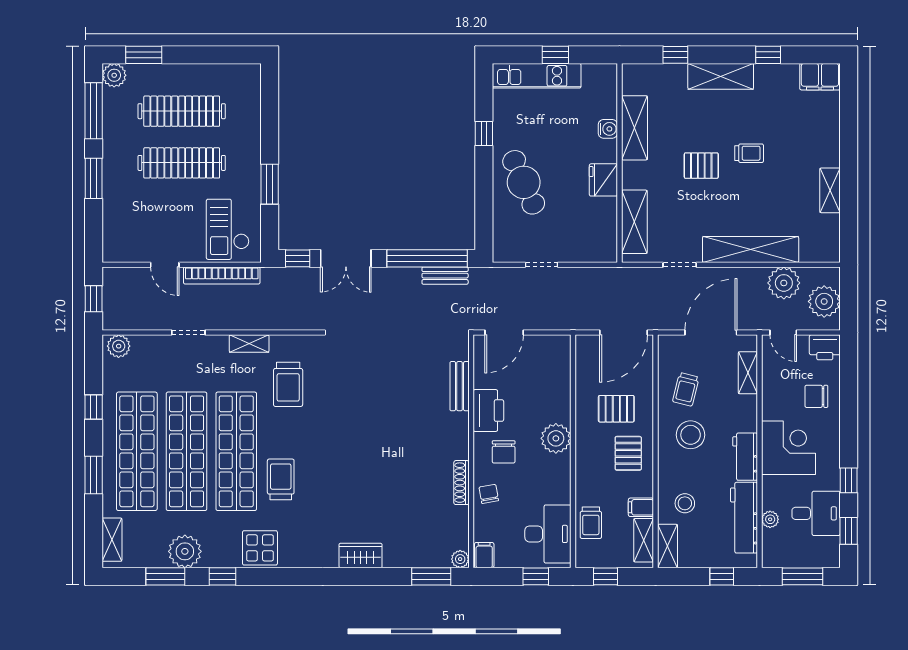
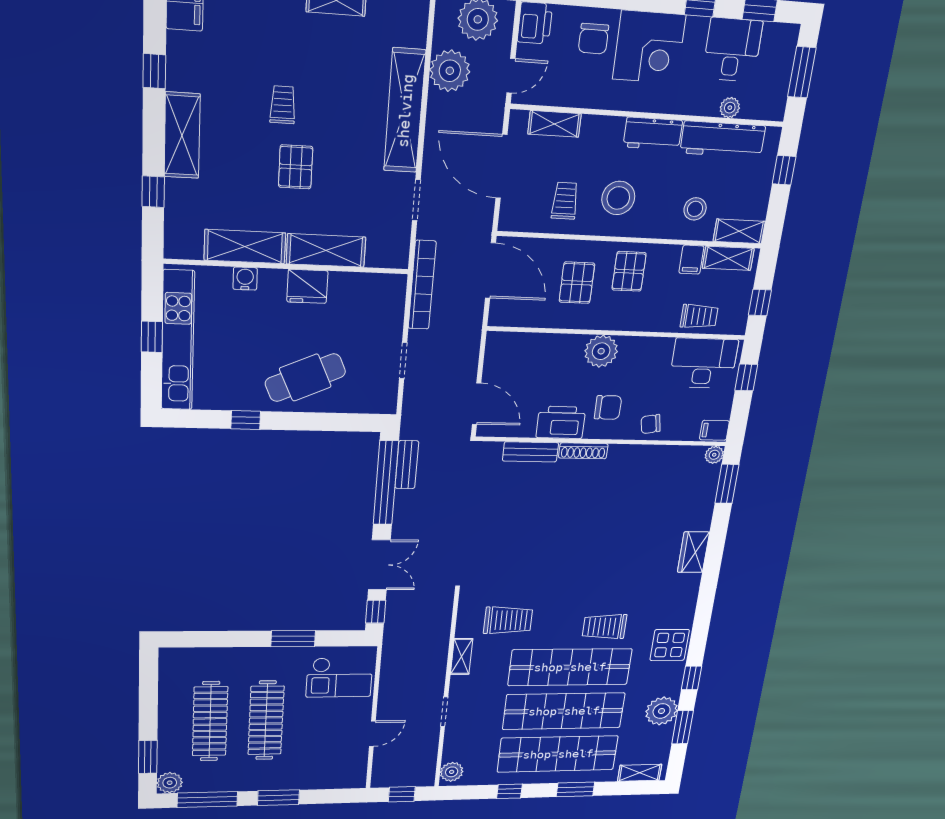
kitchen unit: (537, 76) -> (178, 341), width x1.36
shelving: (634, 222) -> (326, 250), moved
bookcase: (222, 275) -> (422, 285), moved
trolley: (686, 389) -> (565, 201), turned -104
corner desk: (789, 448) -> (649, 47), moved, turned 180
pallet: (628, 453) -> (629, 271), turned 90
shoe rack: (461, 483) -> (583, 451), moved

